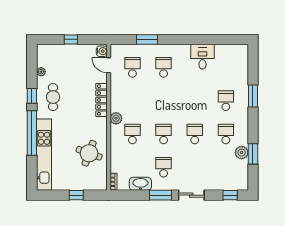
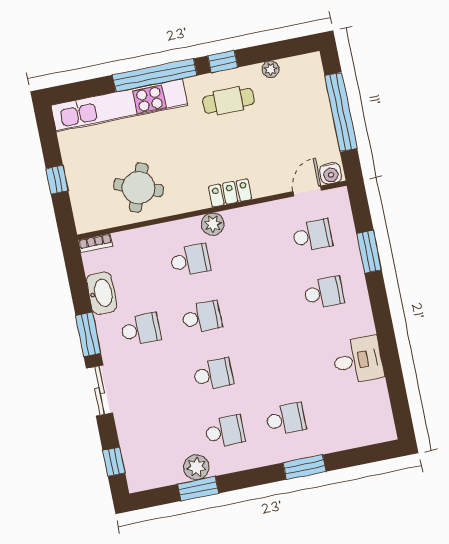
window: (71, 39) -> (341, 112), width x3.17
locker: (102, 100) -> (230, 193), width x0.66

